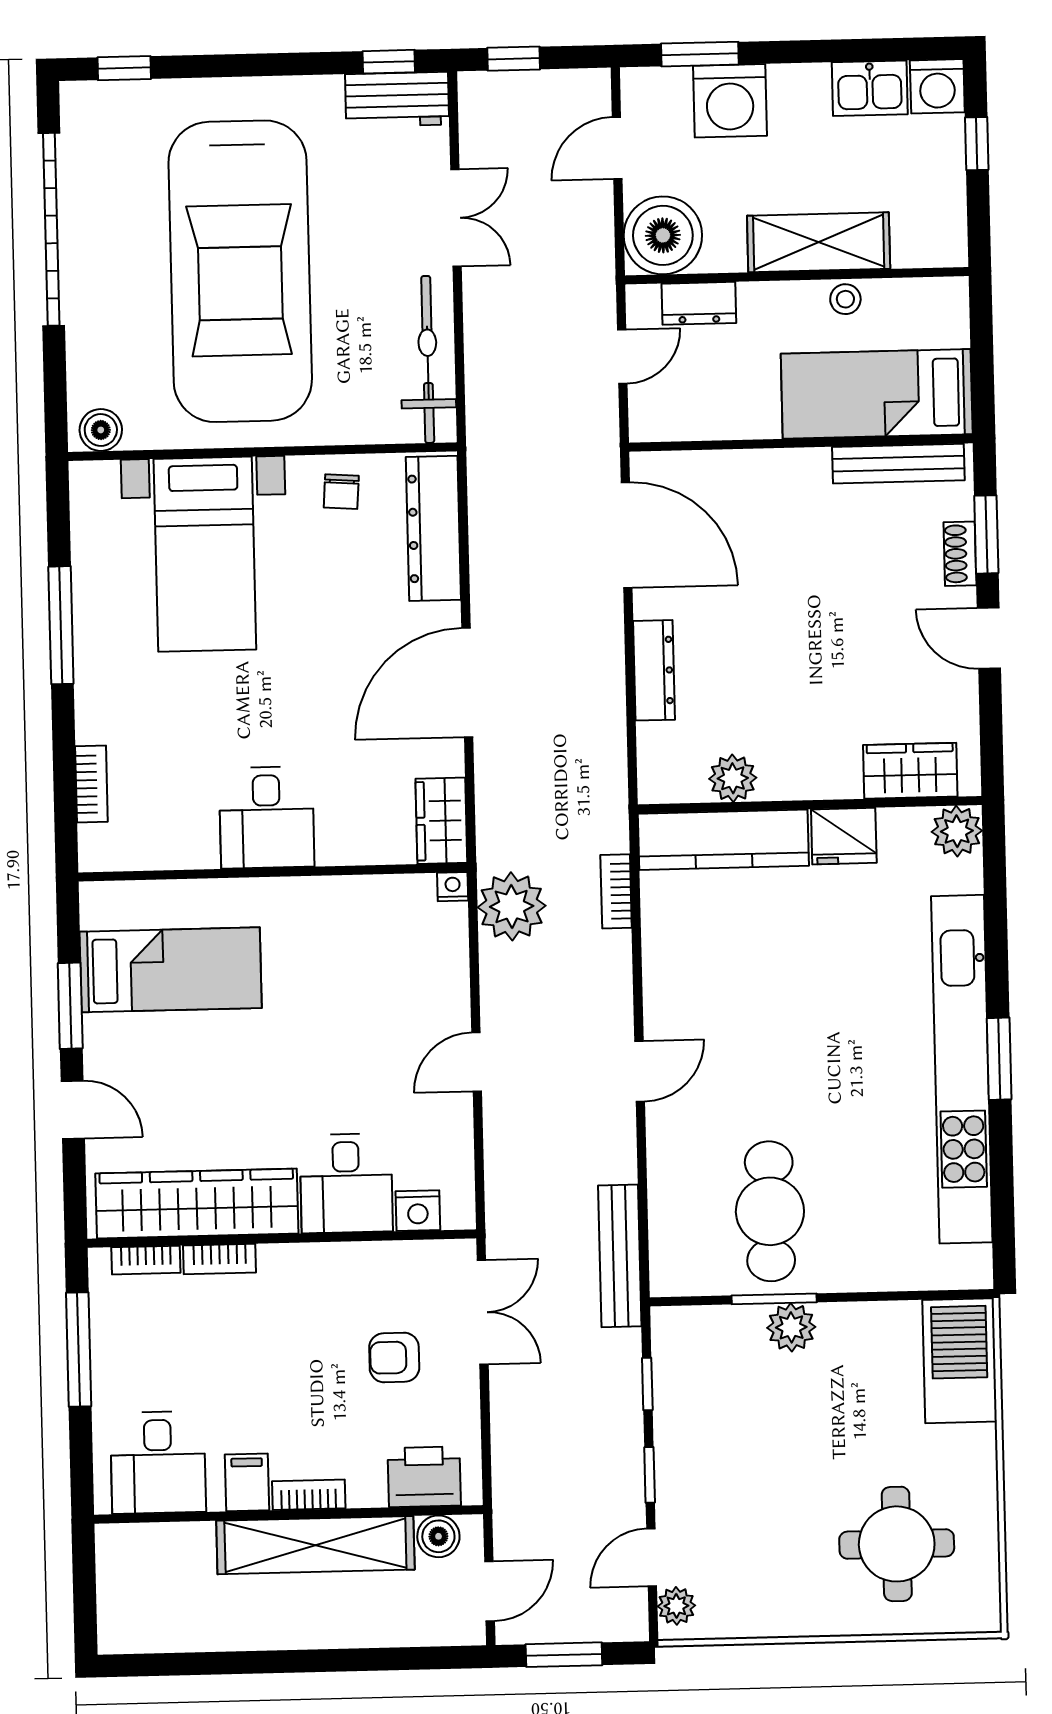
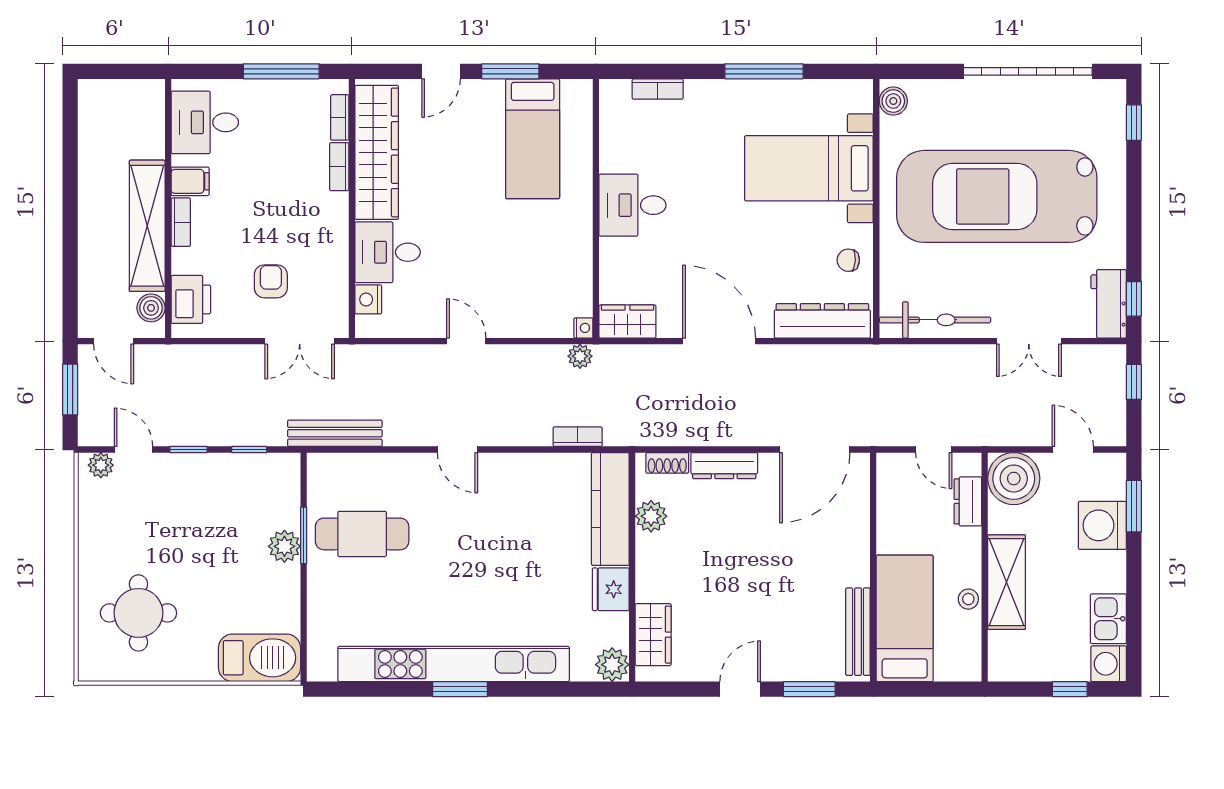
shoe rack: (960, 554) -> (667, 463), moved, turned 180
plant: (512, 906) -> (580, 356), width x0.53, depth x0.53

